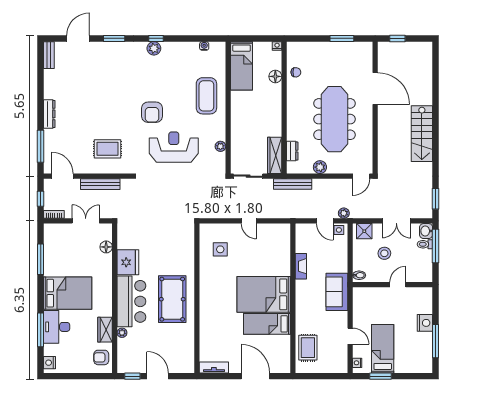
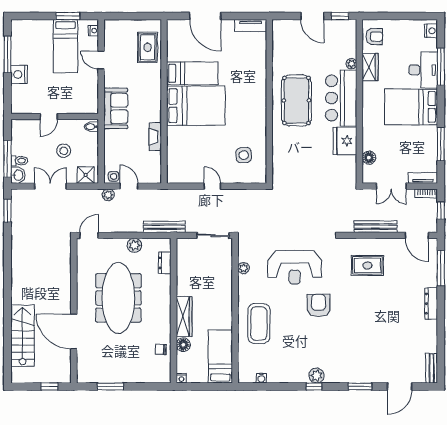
stairs: (422, 134) -> (23, 336), moved
wardrobe: (275, 155) -> (184, 317), moved
tv unit: (57, 229) -> (423, 178), added

